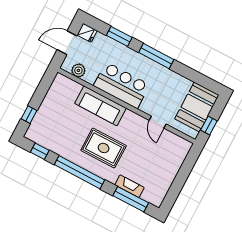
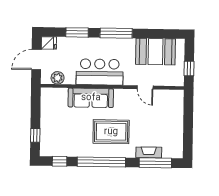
booth: (197, 107) -> (156, 52), moved, turned 90

